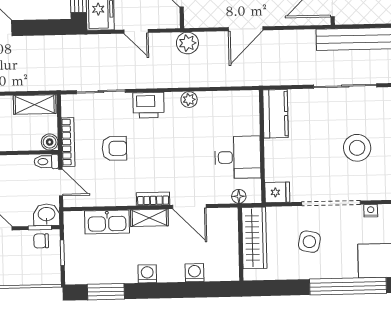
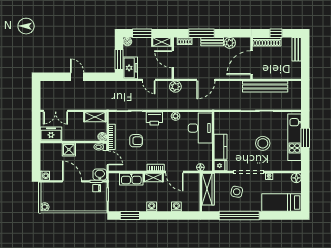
kitchen counter: (275, 114) -> (221, 147), moved
desk: (238, 157) -> (200, 128), moved, width x1.37
window: (348, 286) -> (239, 215), moved

